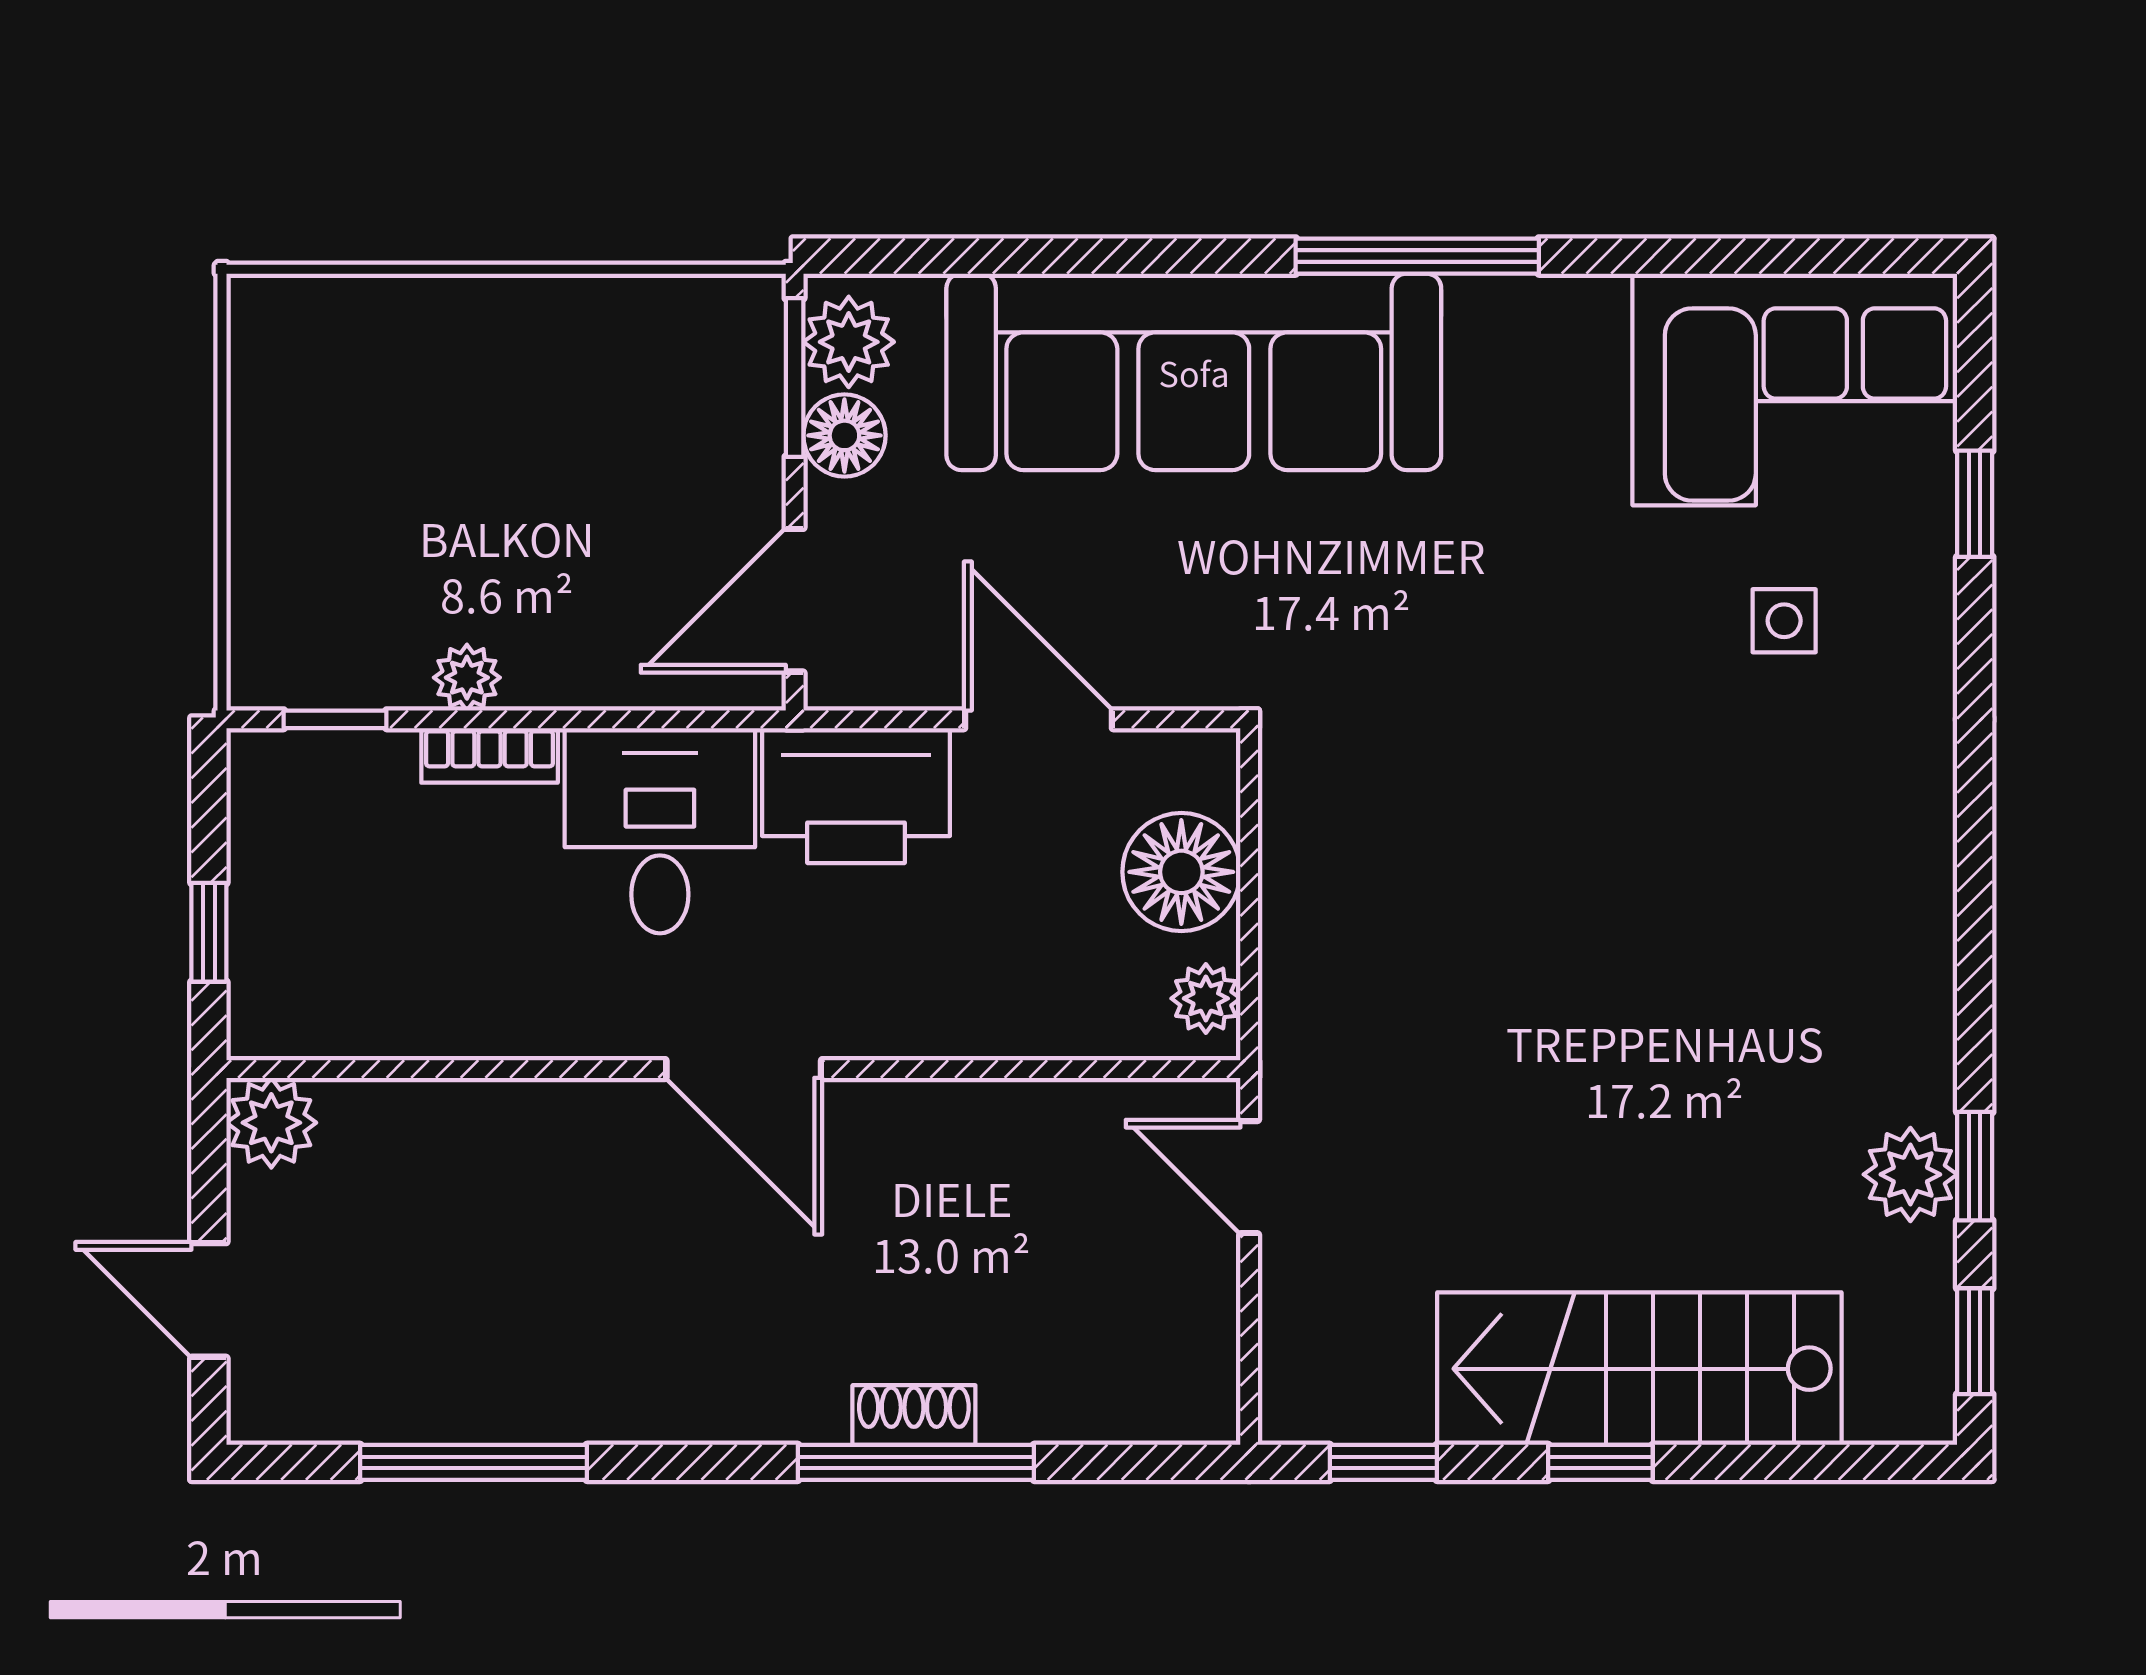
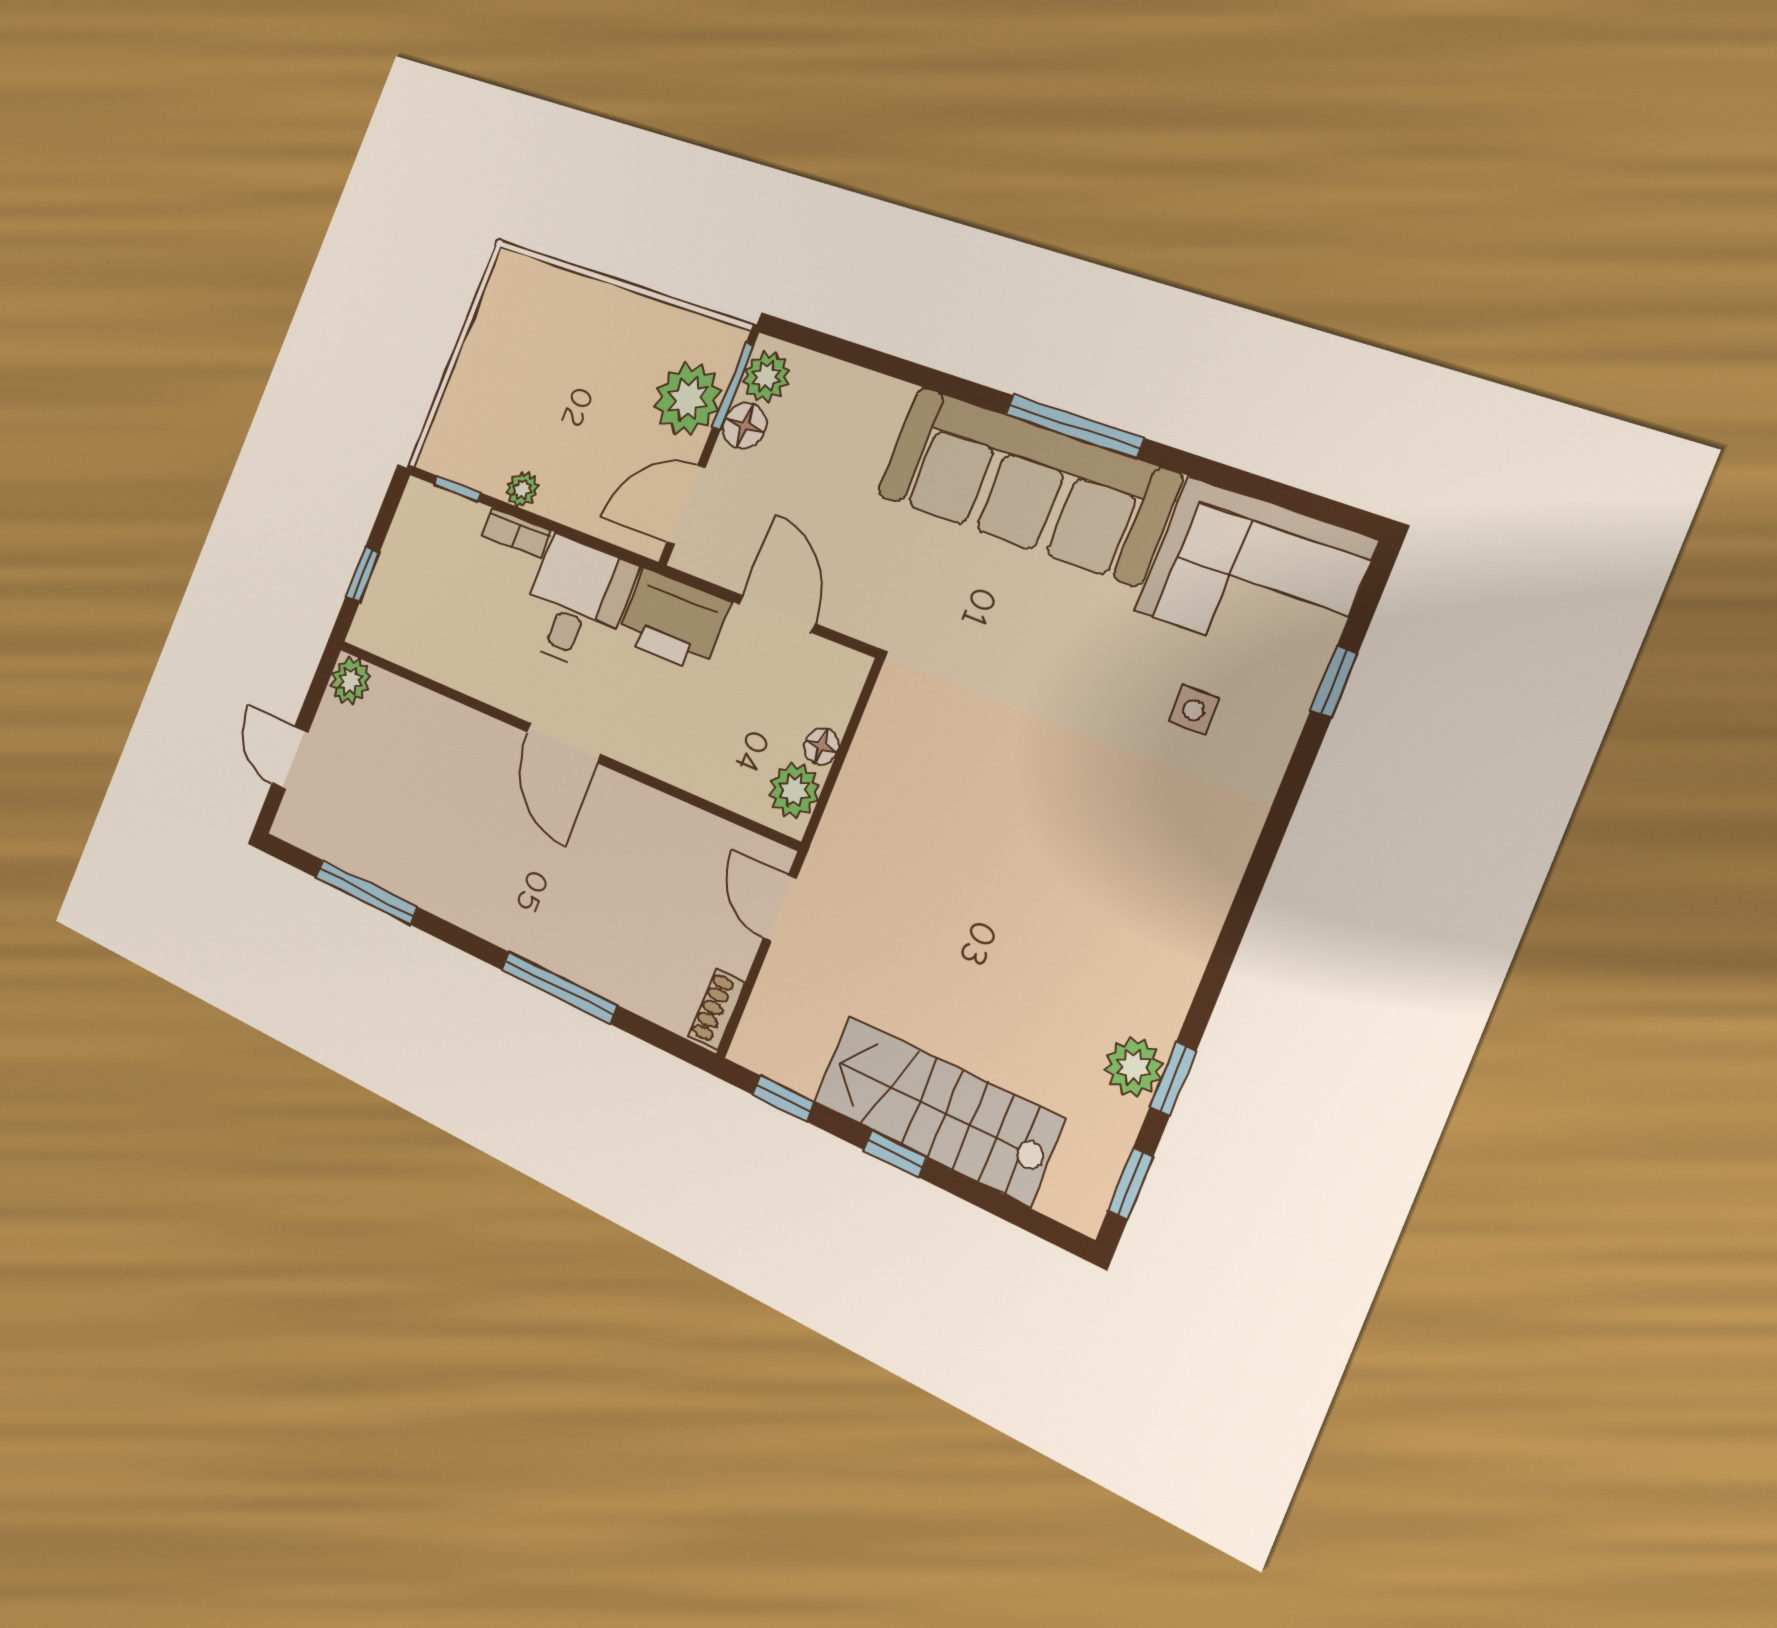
sofa: (1194, 372) -> (1027, 485), moved
plant: (719, 424) -> (688, 399), added
floor lamp: (1181, 872) -> (821, 746), width x0.53, depth x0.53
plant: (1206, 998) -> (794, 790), width x1.38, depth x1.38
shoe rack: (914, 1415) -> (717, 1009), moved, turned -90

